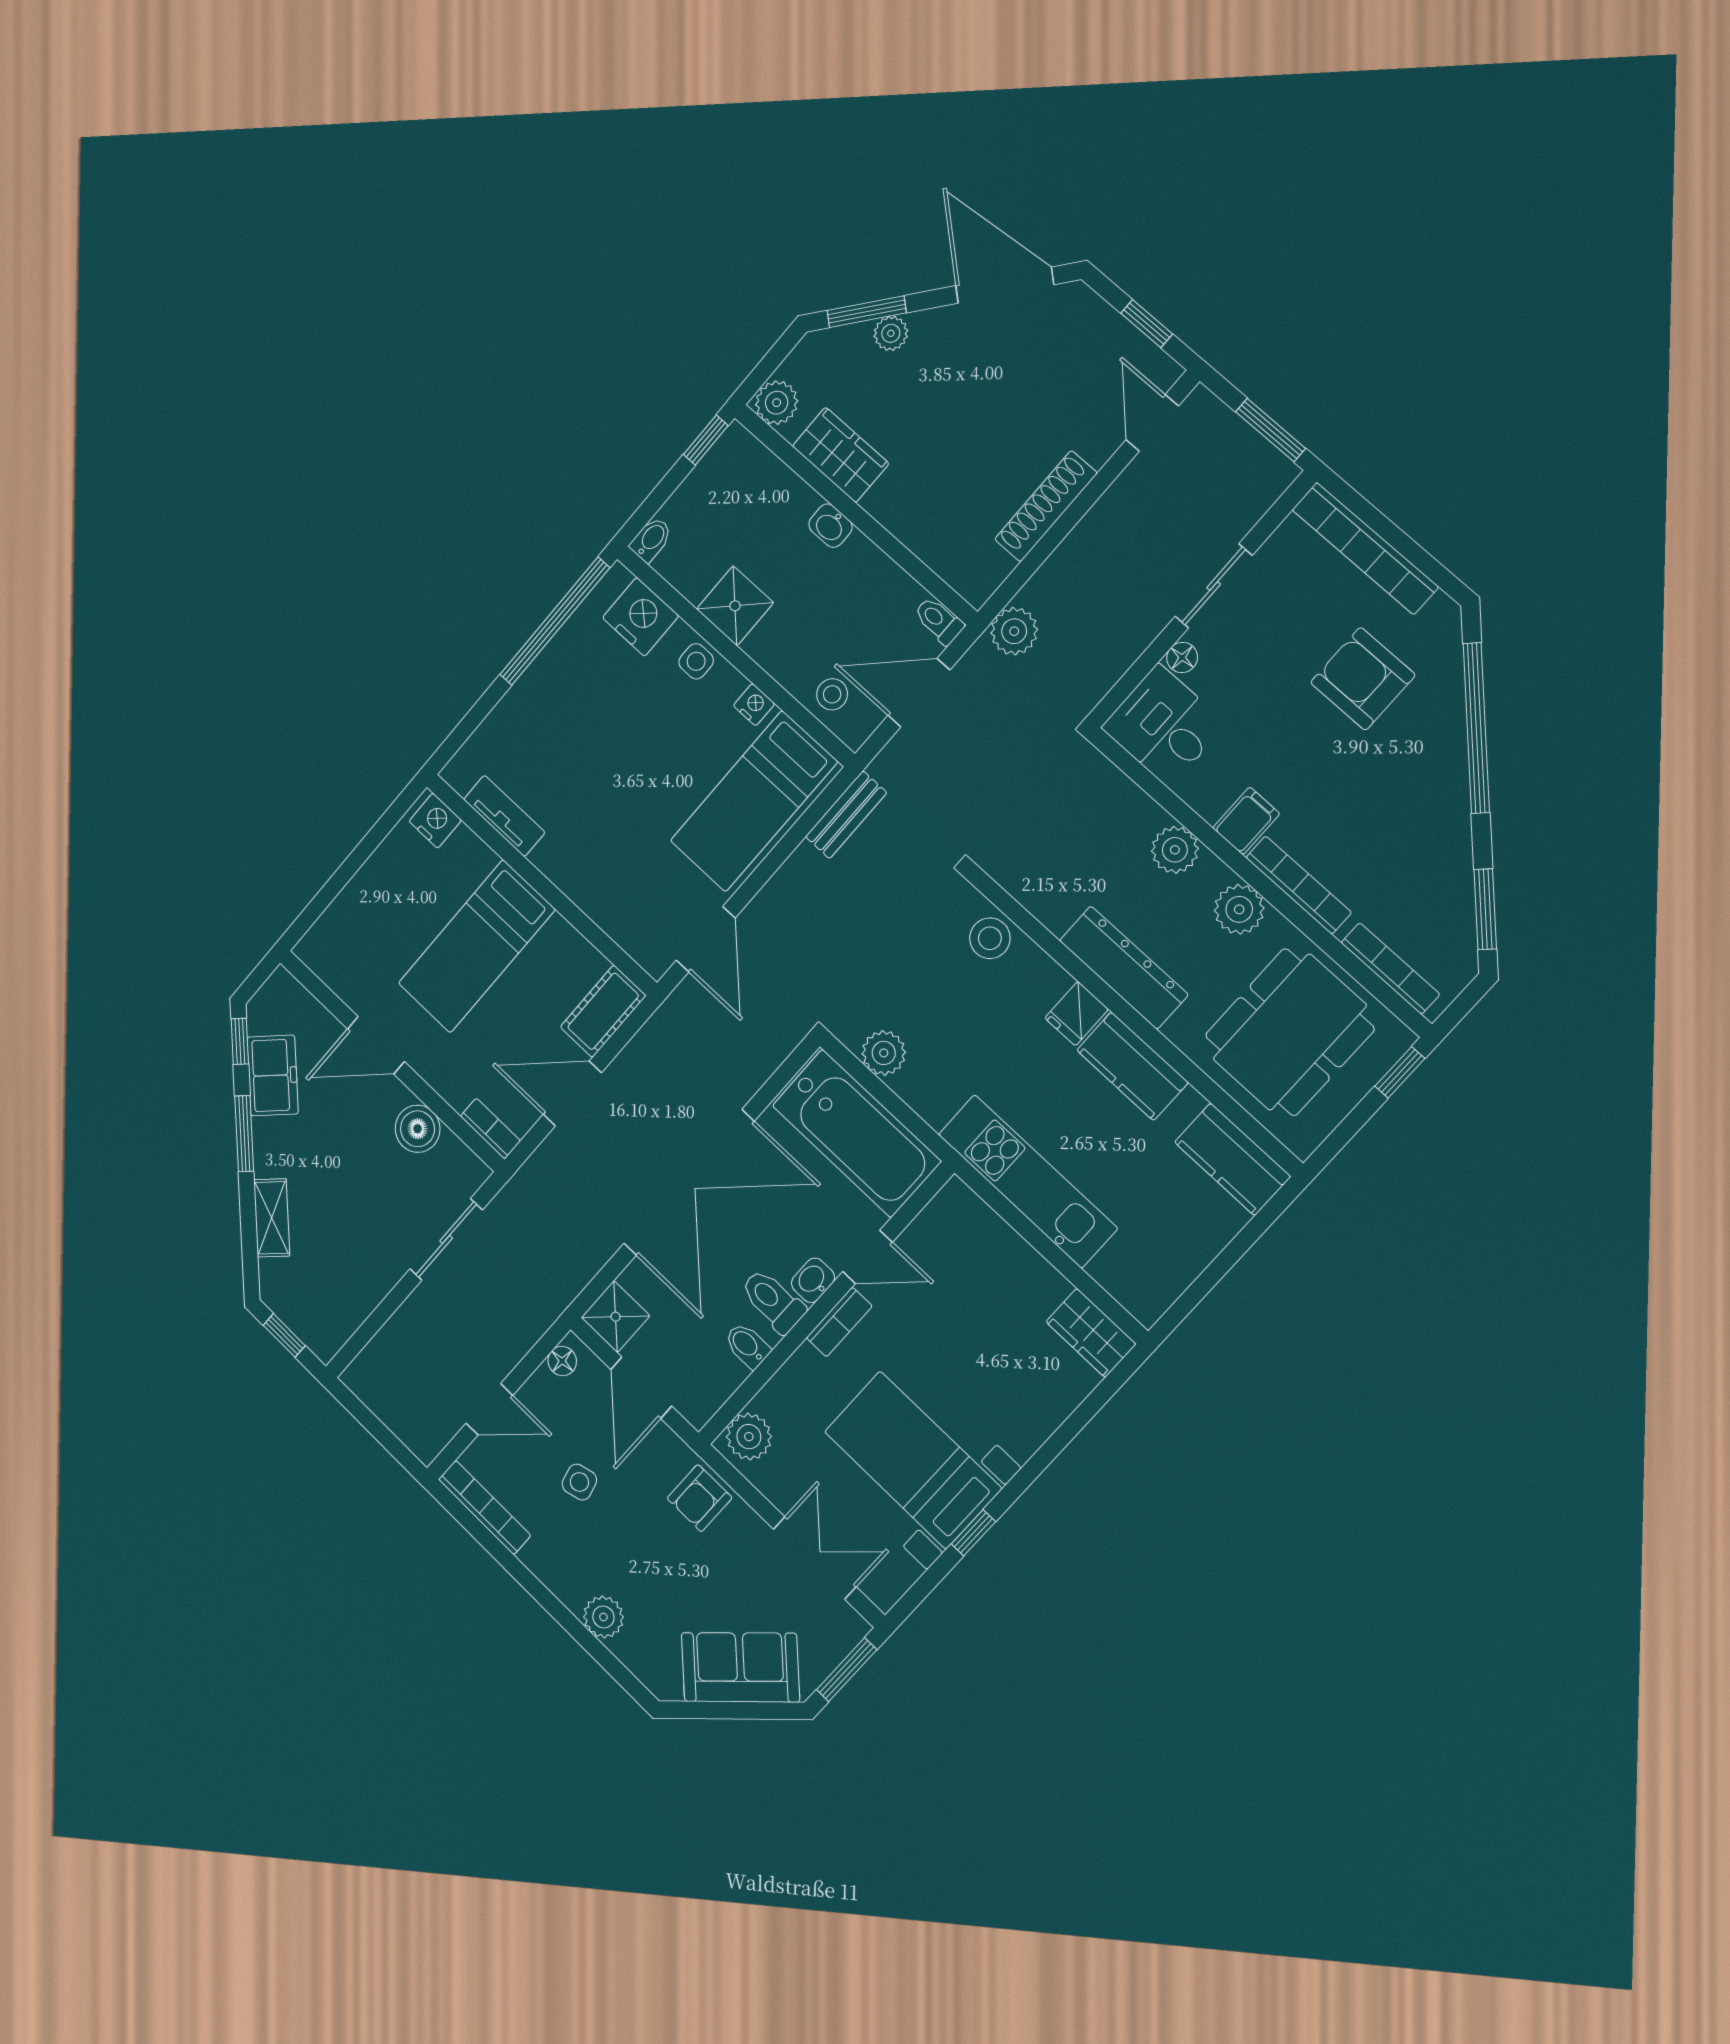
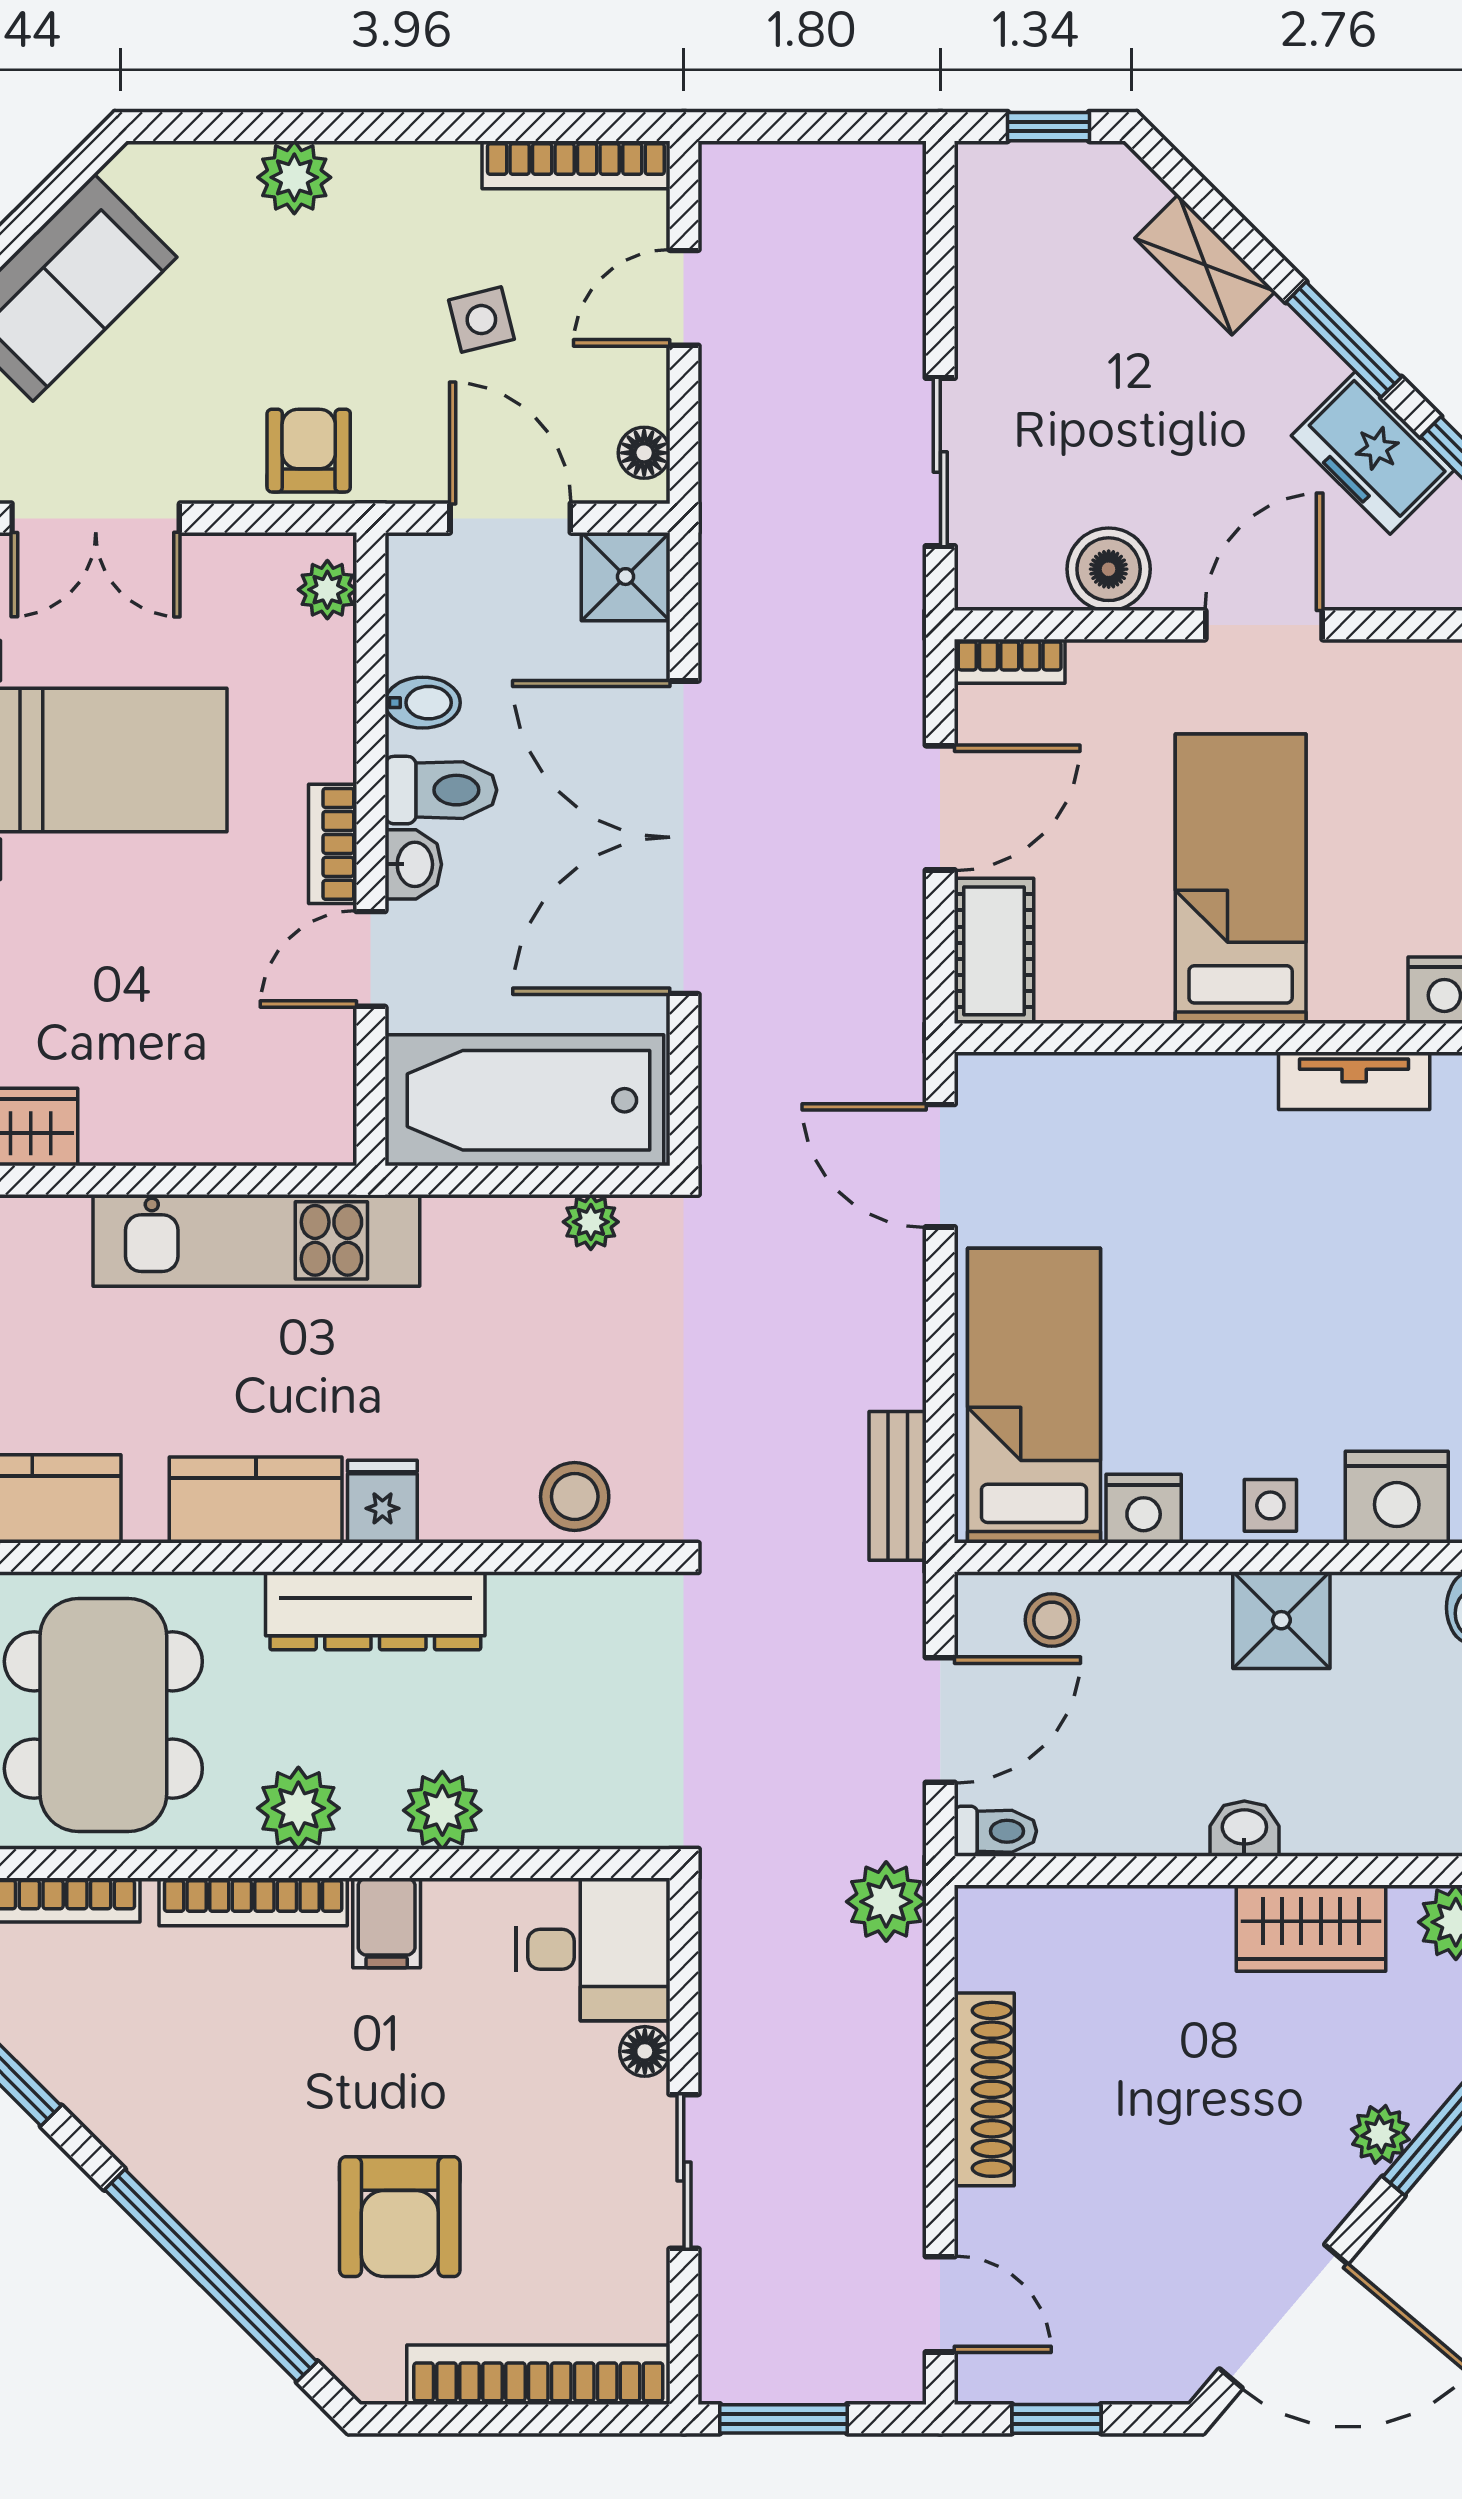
armchair: (1363, 679) -> (400, 2217), turned 90
nightstand: (754, 705) -> (1144, 1509), width x1.39, depth x1.35
plant: (884, 1053) -> (591, 1222), width x0.73, depth x0.73
plant: (749, 1437) -> (327, 590), width x0.73, depth x0.73

